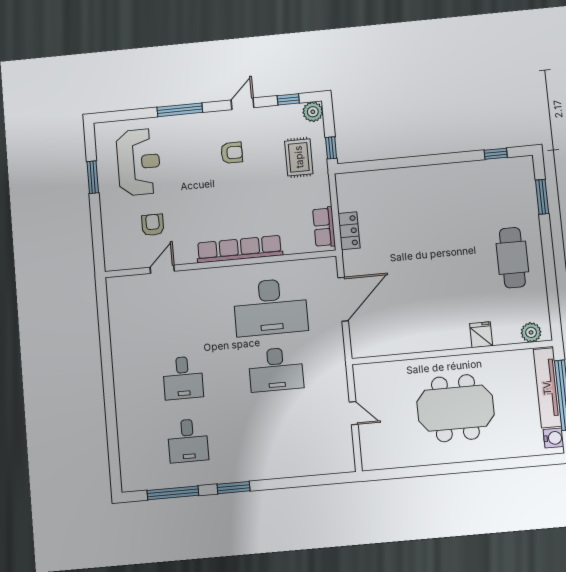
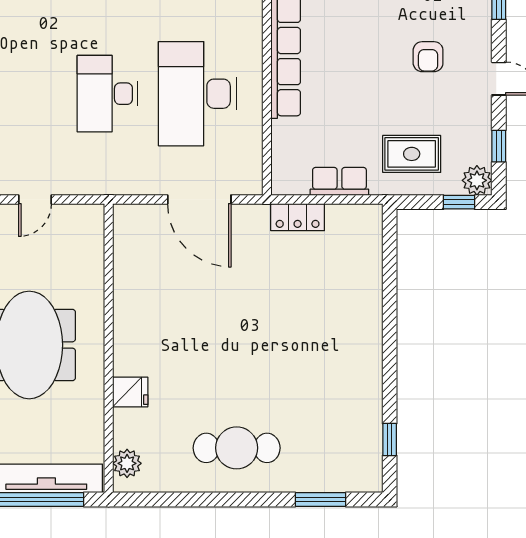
window: (331, 148) -> (459, 202), moved
row of seats: (324, 227) -> (339, 181), moved

